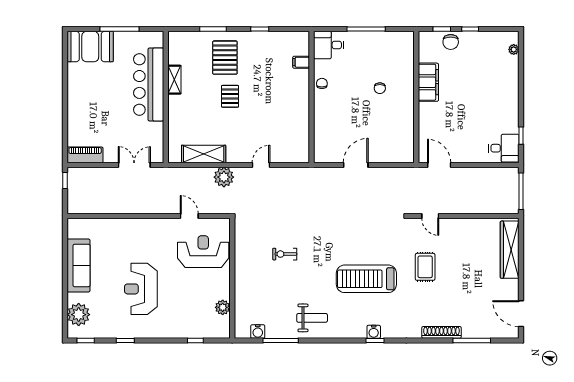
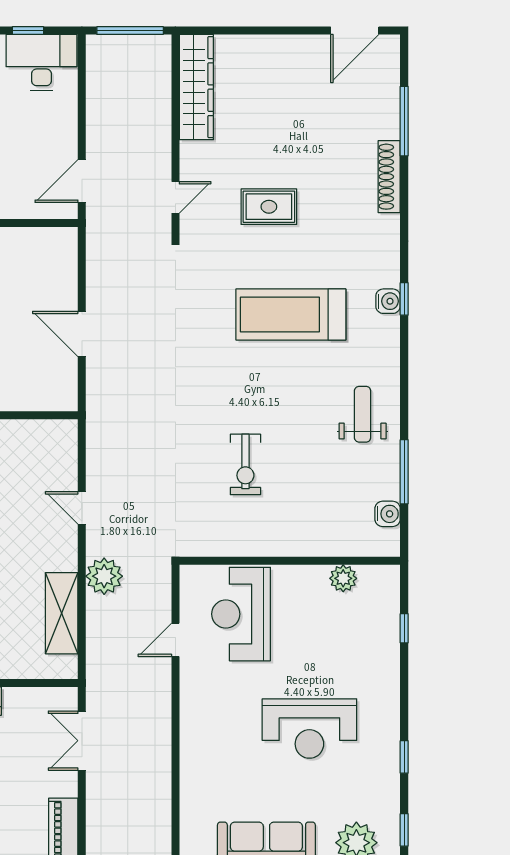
desk: (504, 148) -> (41, 62), width x1.37
wardrobe: (510, 250) -> (196, 87), moved, turned -90
exercise bike: (285, 254) -> (245, 464), width x1.38, depth x1.39
treadmill: (366, 279) -> (291, 315), turned 90

